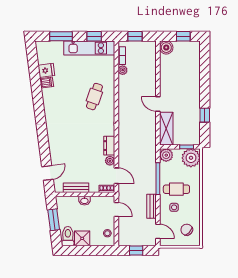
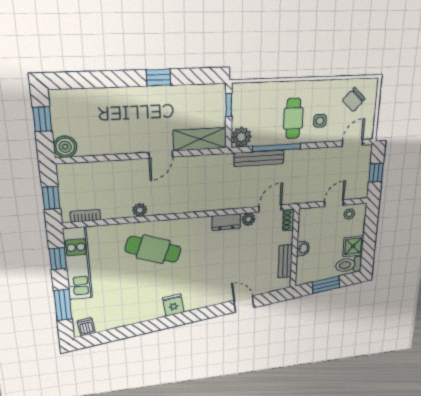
fridge: (46, 70) -> (173, 305), moved
plant: (123, 70) -> (140, 210), moved
dishwasher: (47, 83) -> (86, 327), moved
cafe table: (94, 97) -> (153, 249), width x1.37, depth x1.35
window: (205, 115) -> (158, 77), moved
plant: (191, 158) -> (246, 97), removed
door: (48, 173) -> (244, 304), moved
bench: (152, 206) -> (259, 158), moved, width x1.36
door: (116, 209) -> (334, 203), moved

